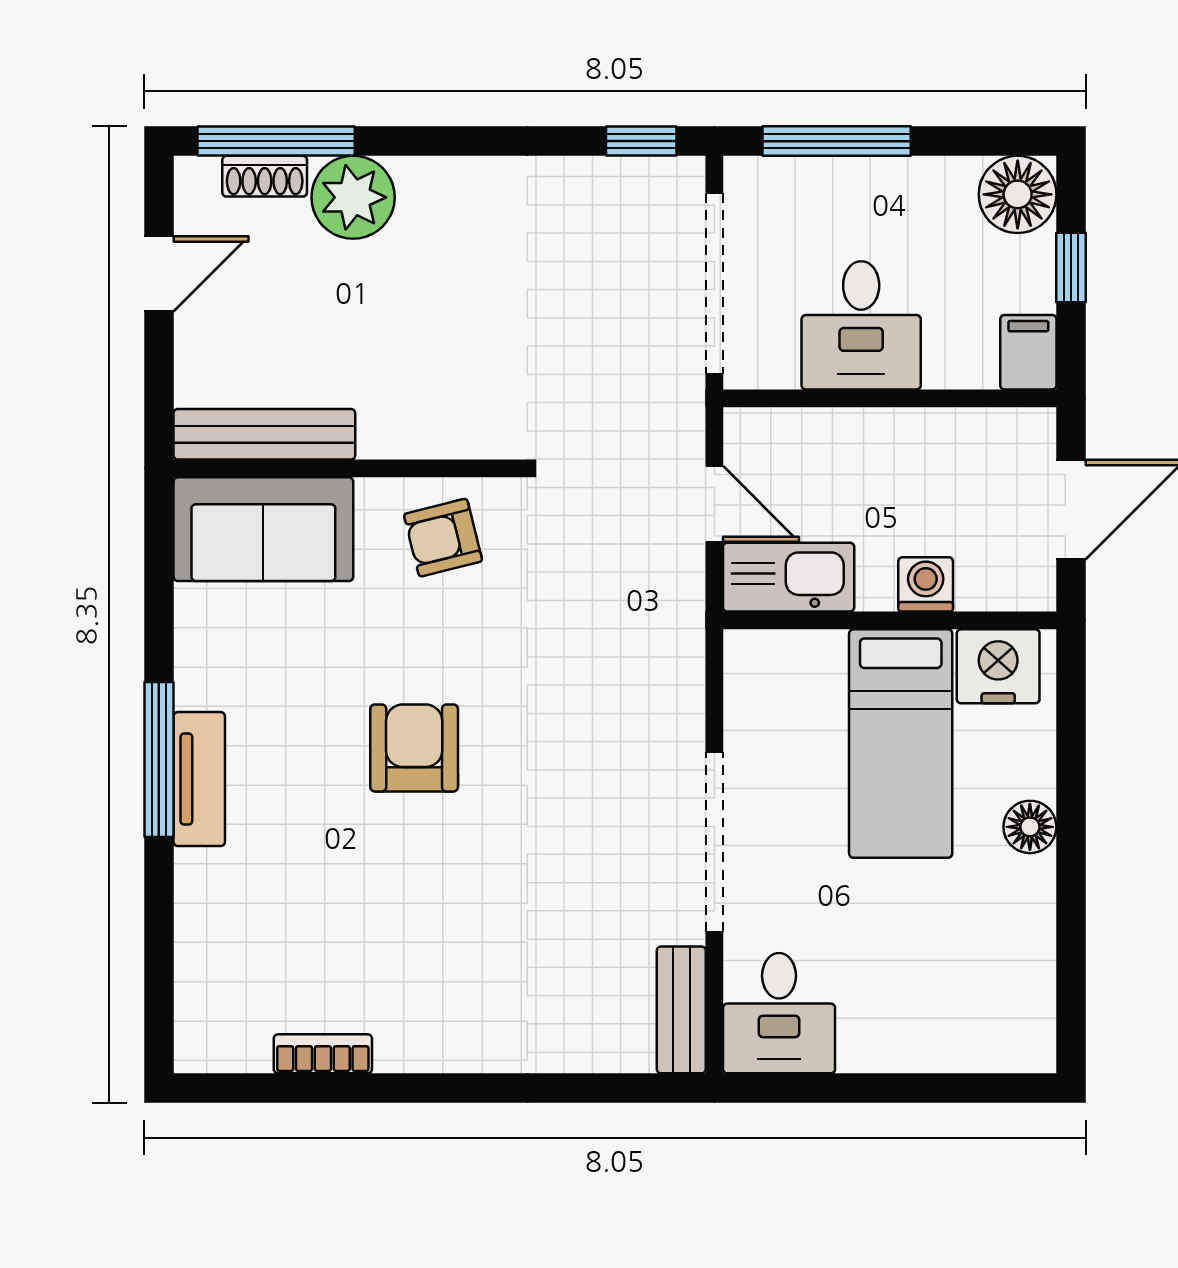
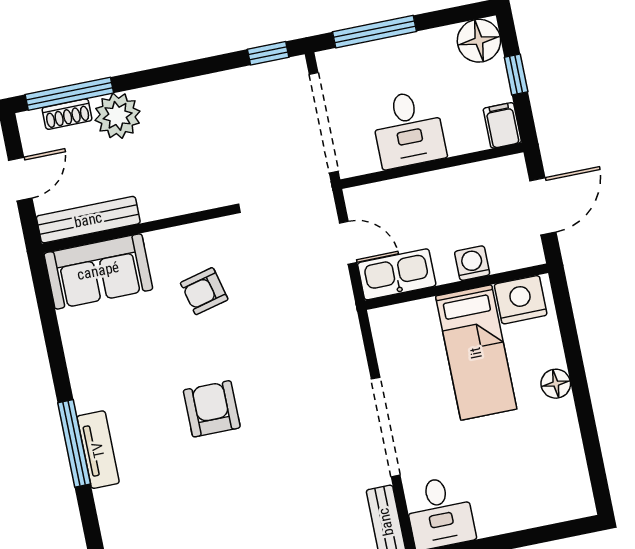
bench: (264, 434) -> (88, 220), moved
wall: (346, 468) -> (137, 229), moved
sofa: (263, 529) -> (98, 271), moved

